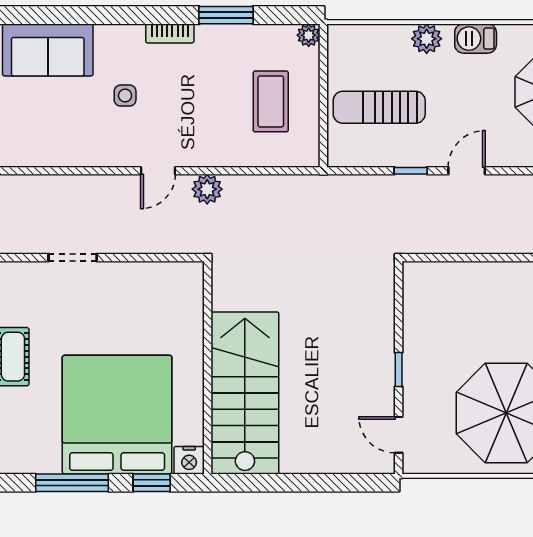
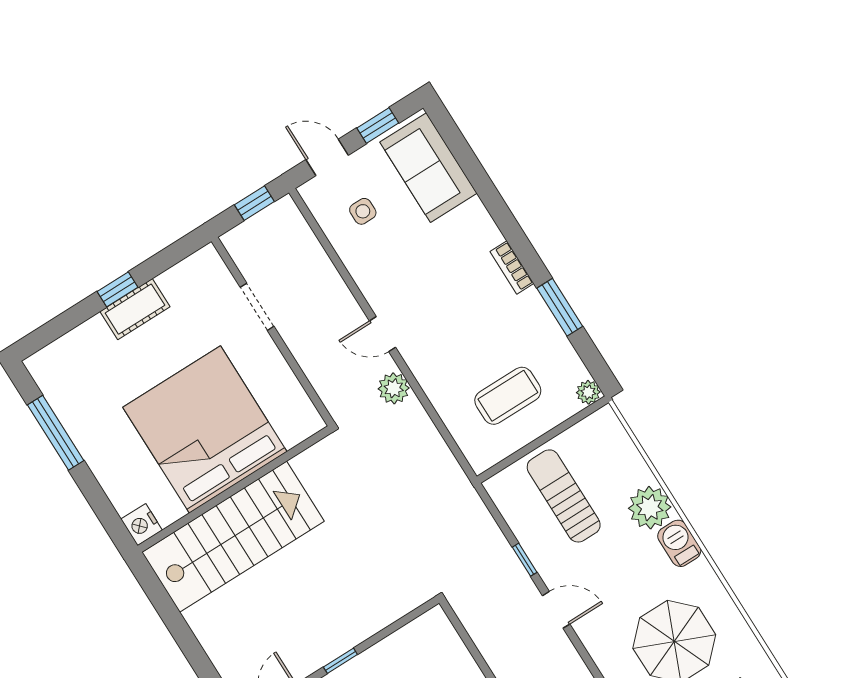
plant: (427, 39) -> (650, 508), width x1.36, depth x1.36
side table: (125, 96) -> (363, 211), moved
bed: (117, 415) -> (205, 430), moved, turned -90
window: (152, 483) -> (100, 504), removed

